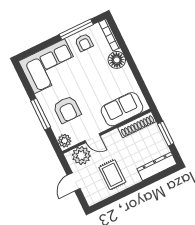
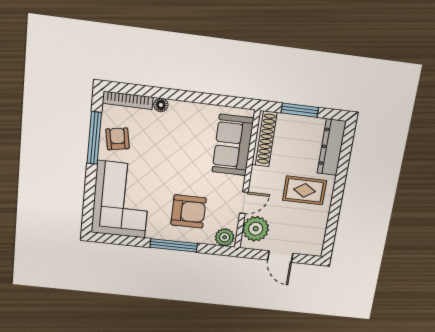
armchair: (84, 43) -> (118, 139), turned -100
floor lamp: (117, 60) -> (161, 105), width x0.53, depth x0.53
rug: (112, 175) -> (304, 190), moved

